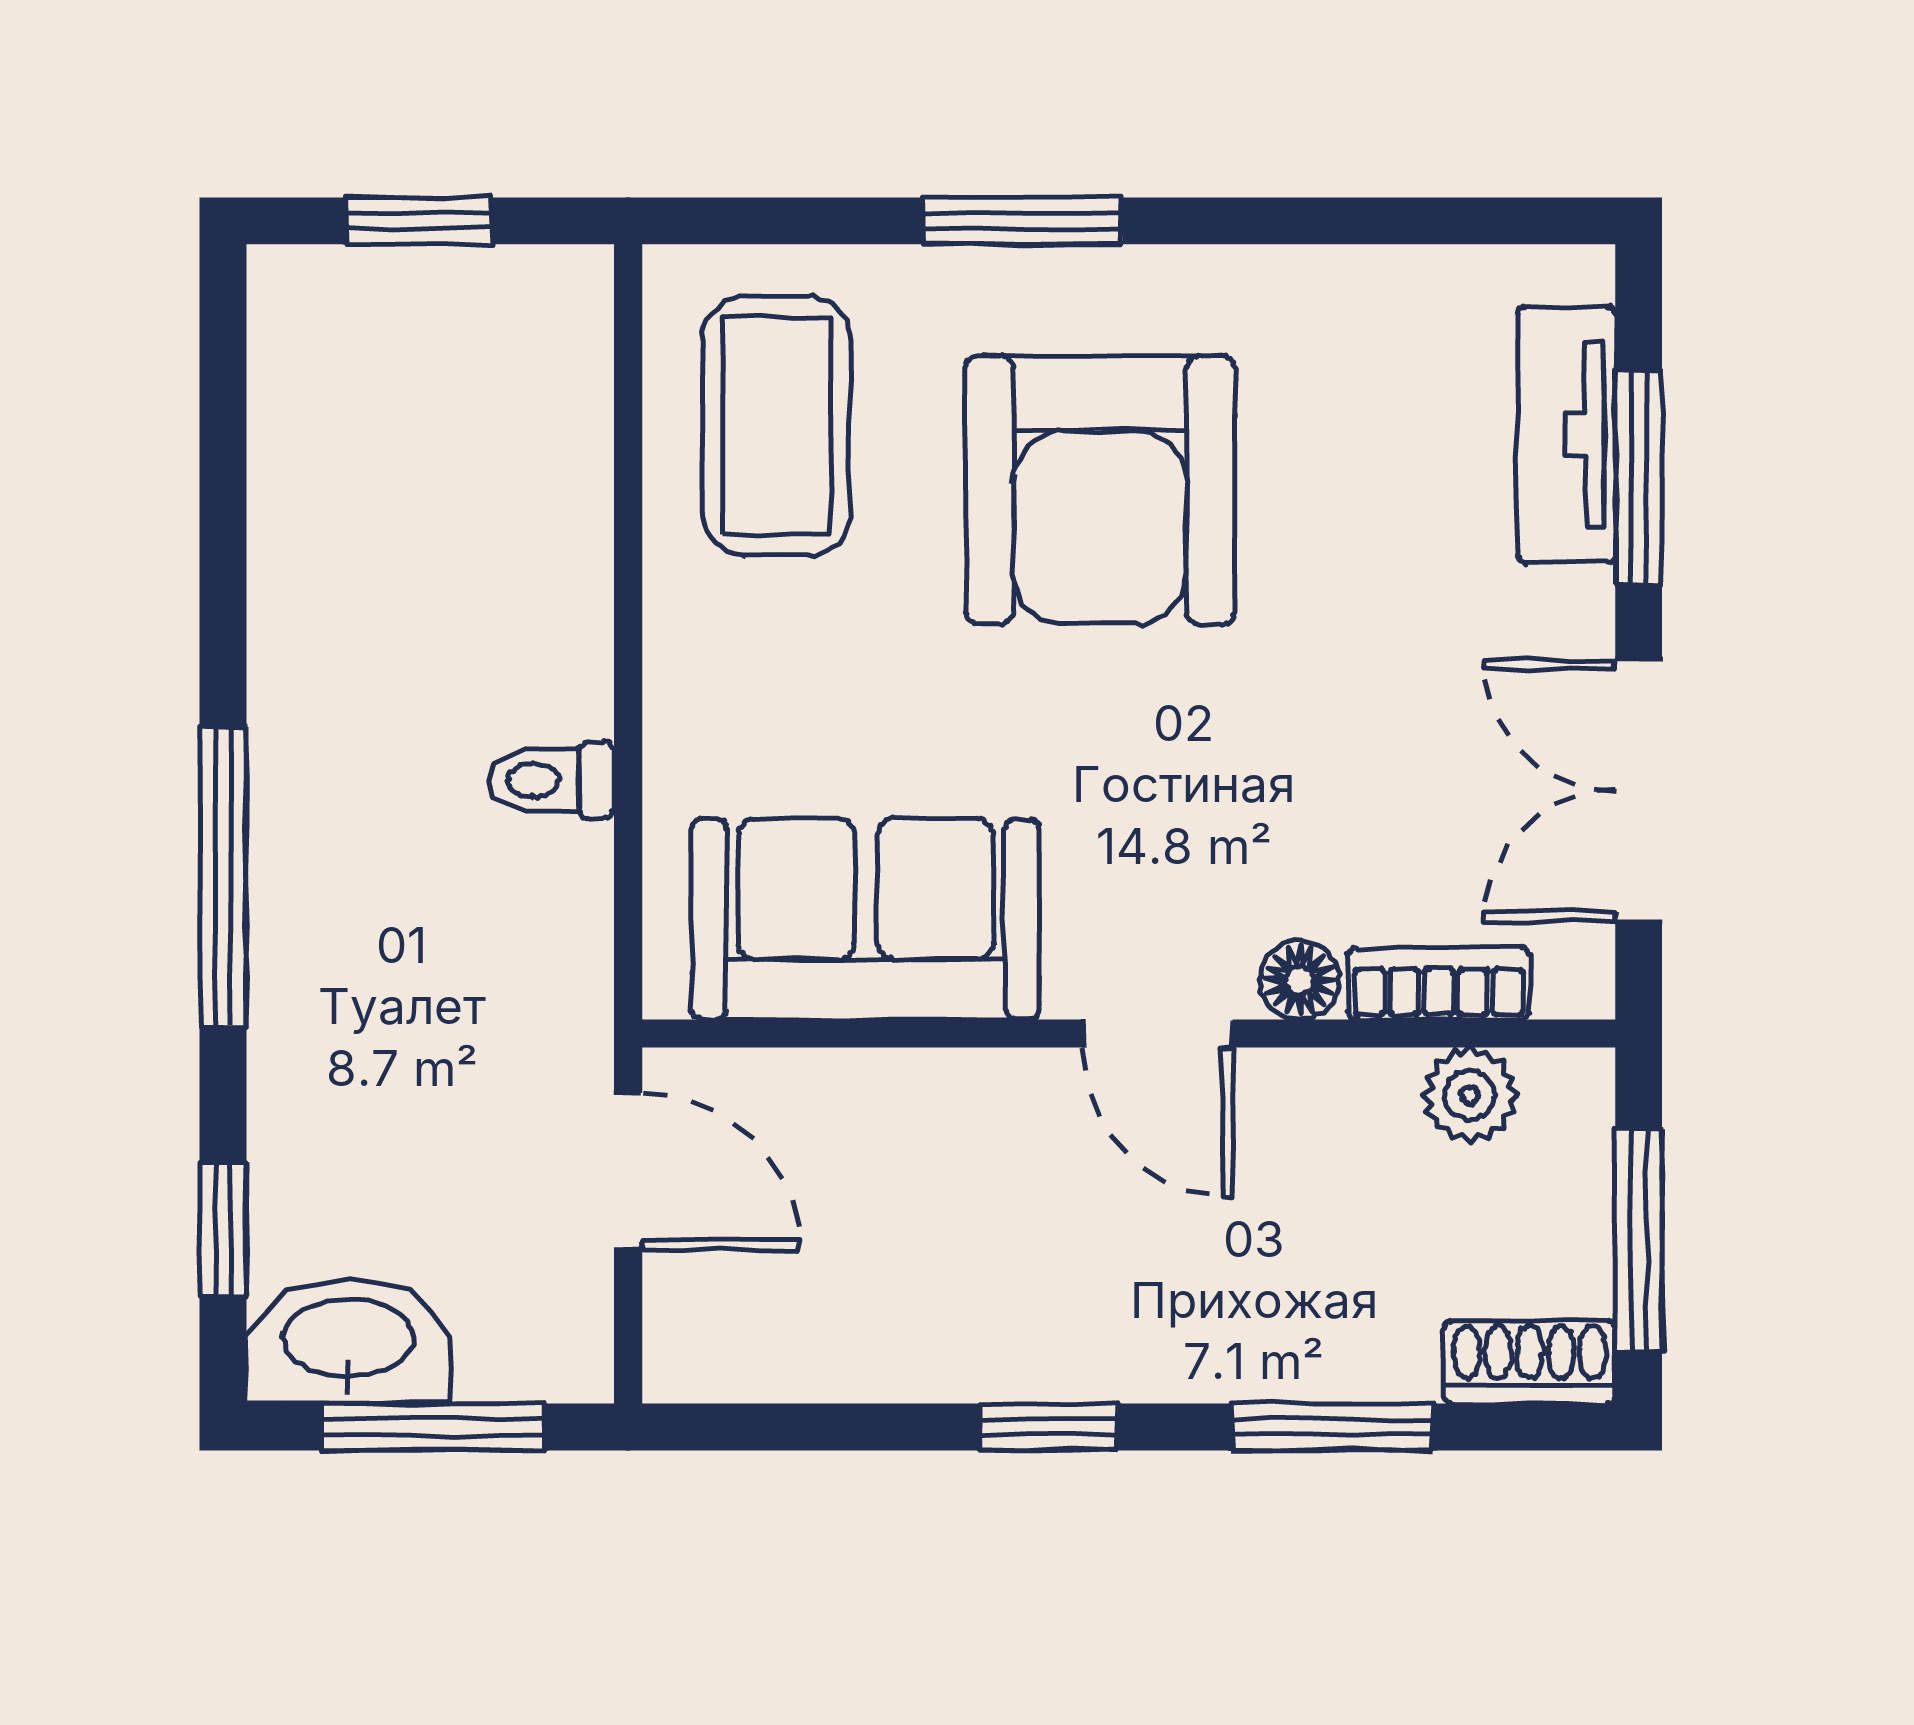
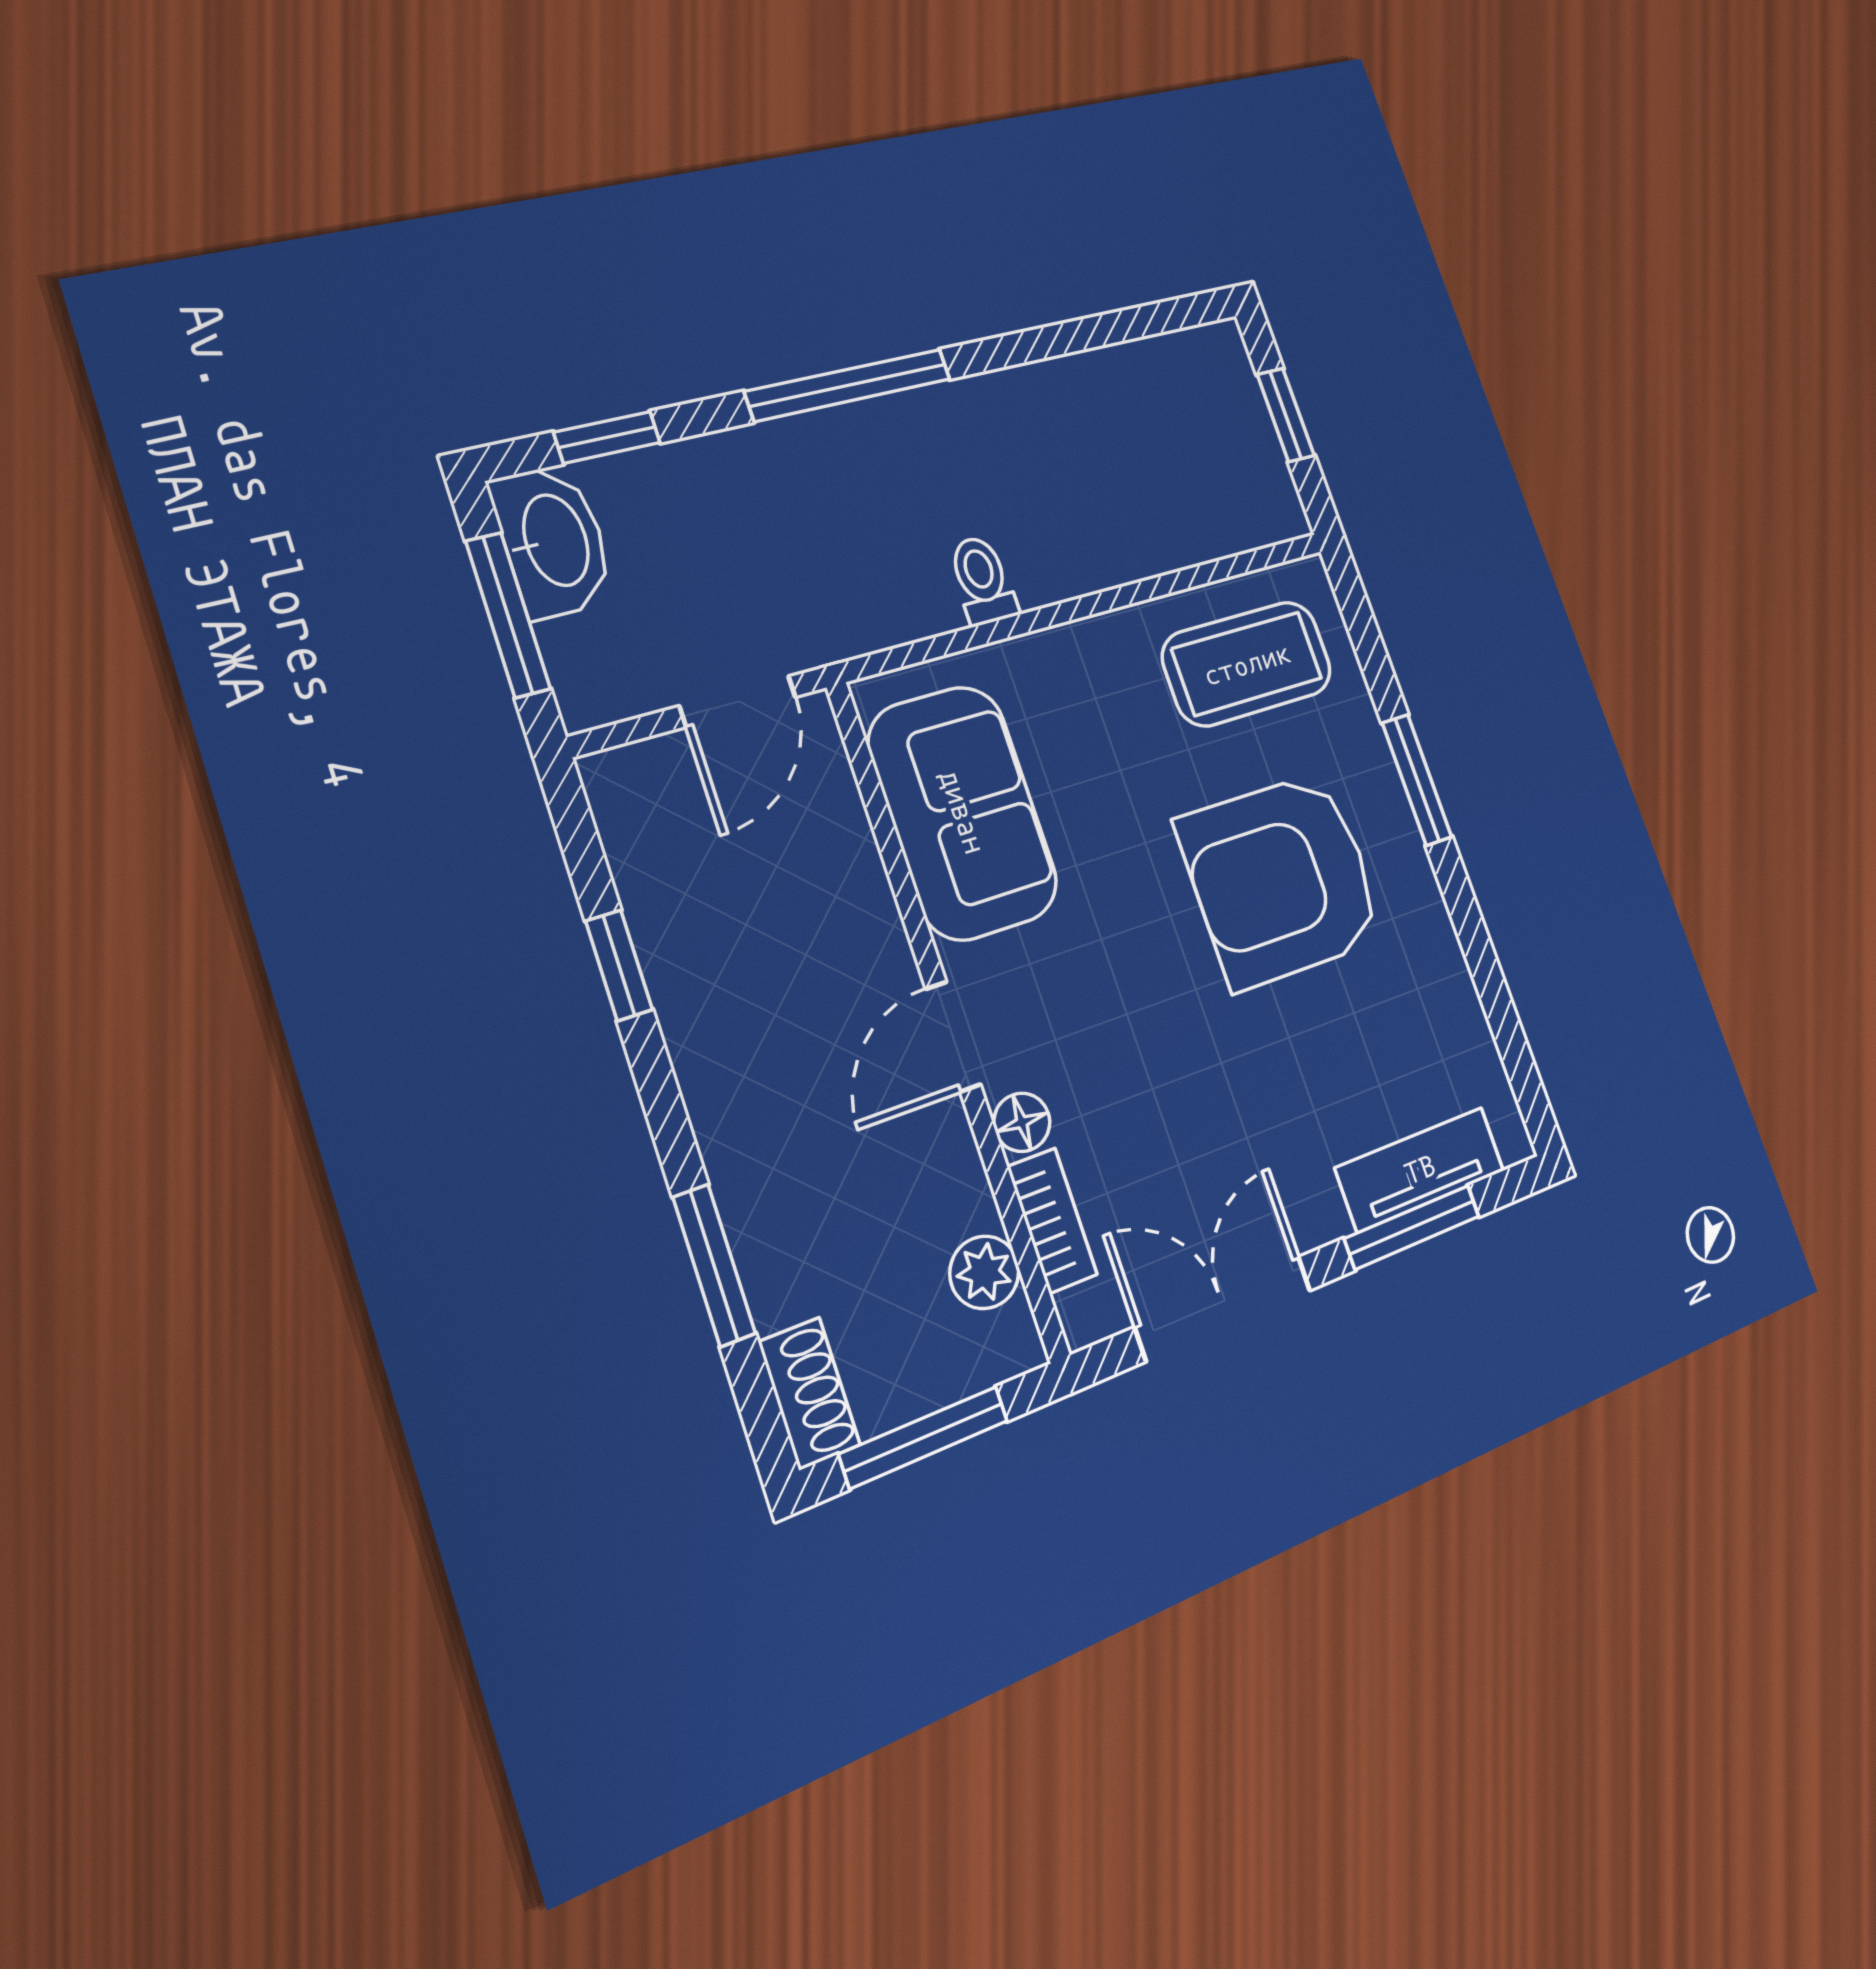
window: (1049, 1427) -> (619, 965), moved

